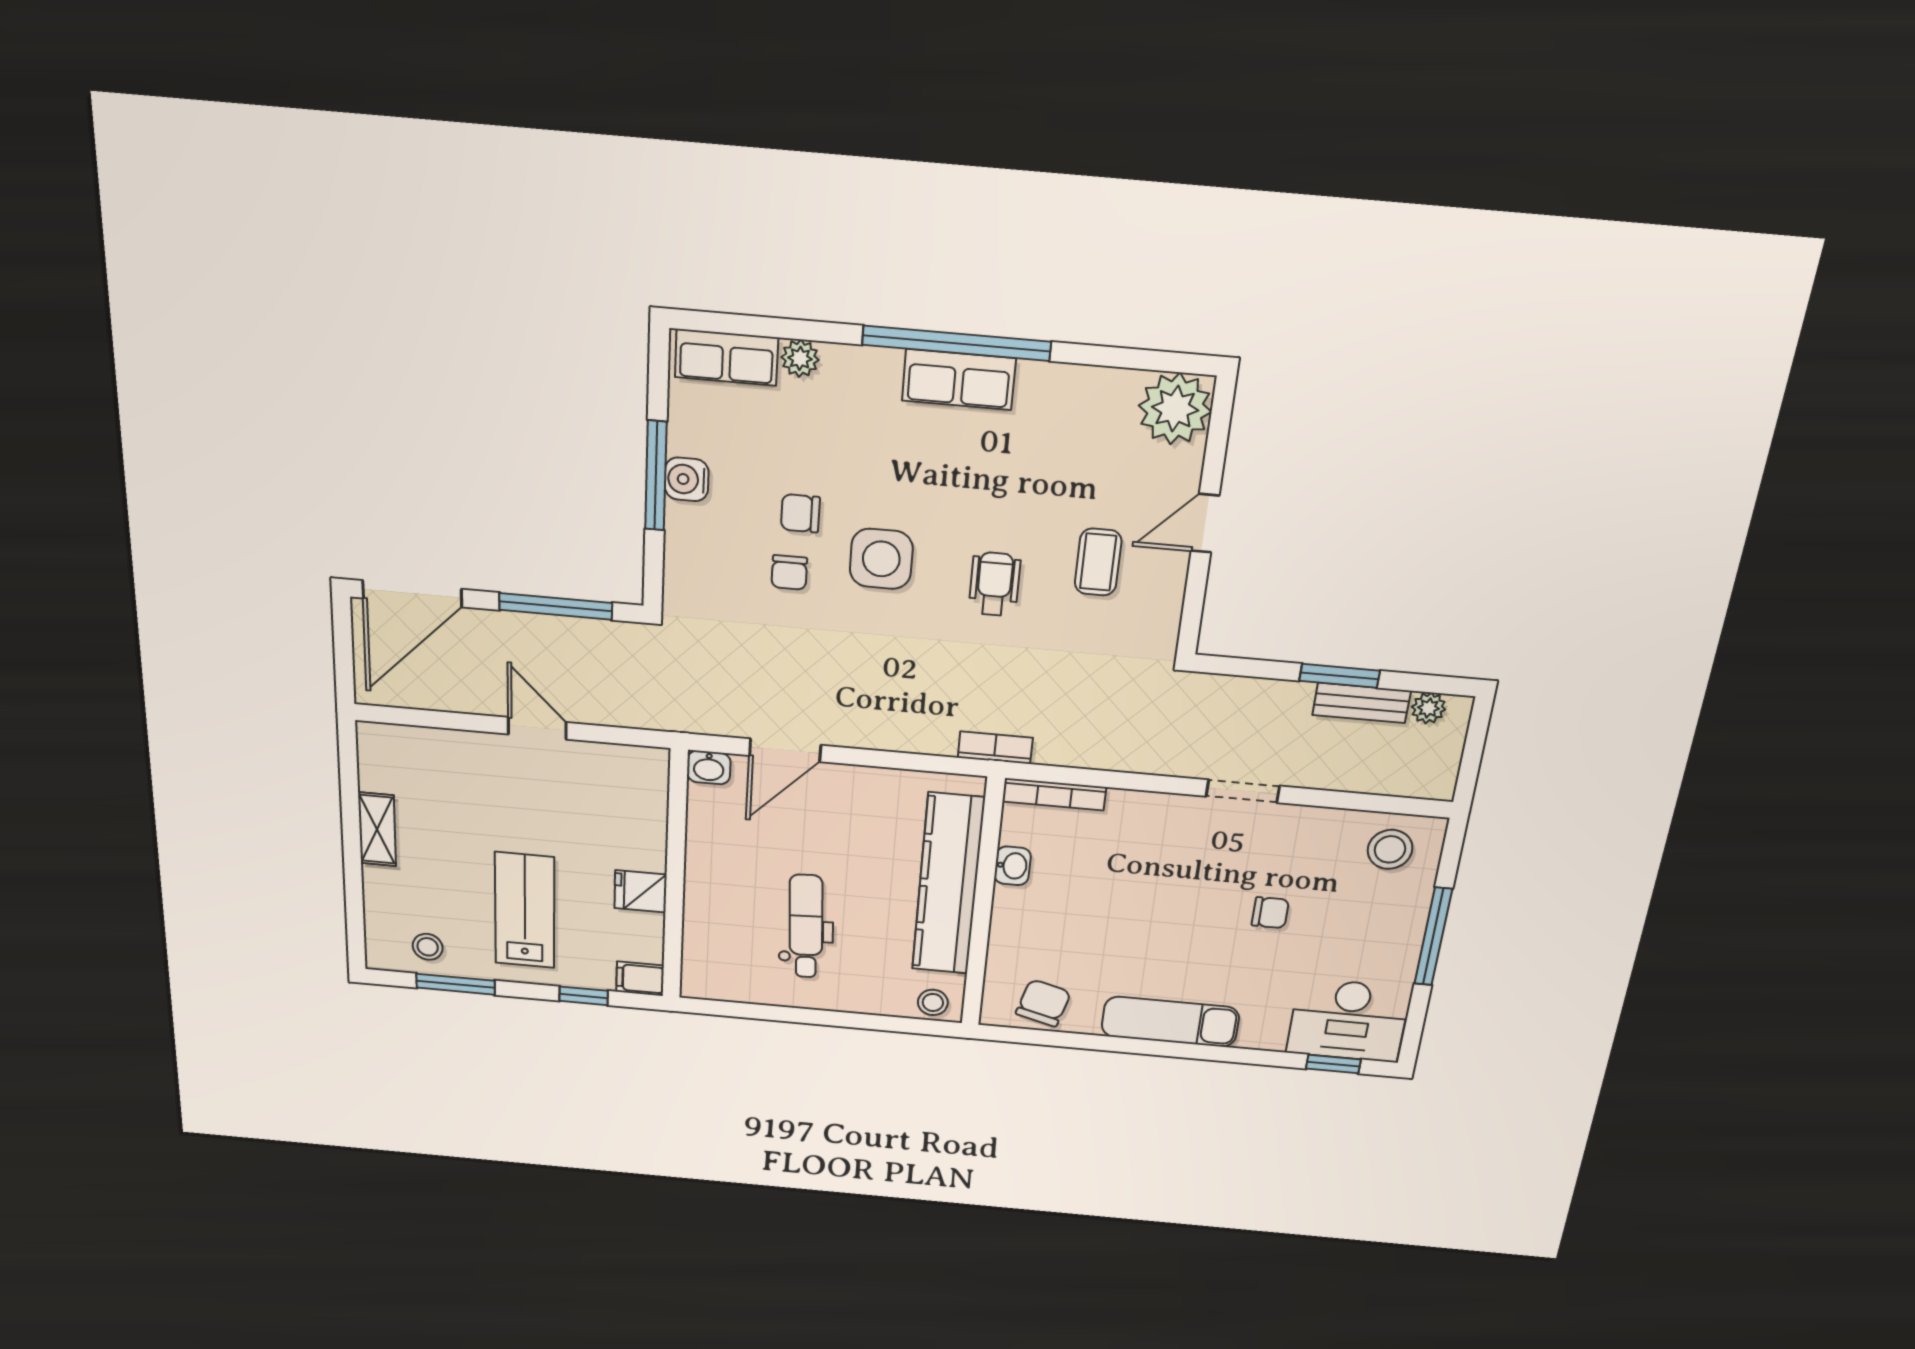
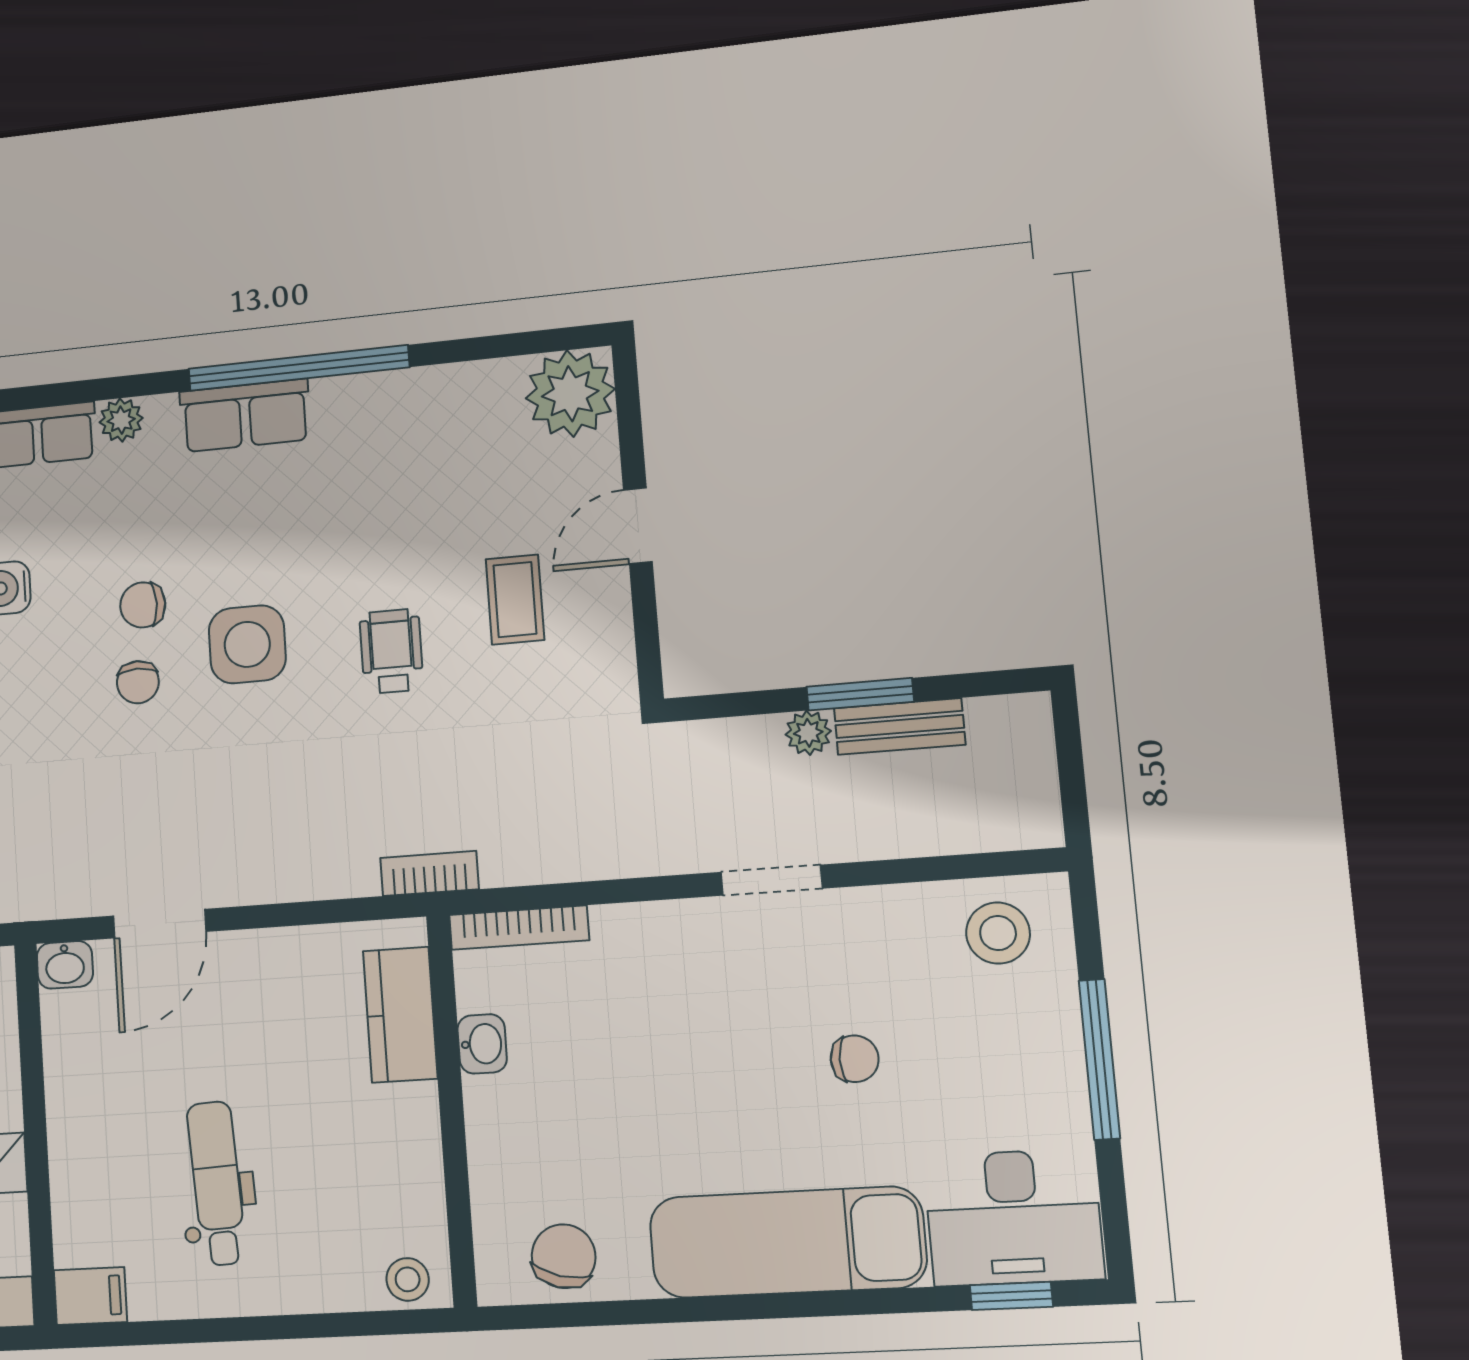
row of seats: (959, 379) -> (245, 415), moved
plant: (1428, 708) -> (808, 733), moved
kitchen counter: (948, 884) -> (400, 1015), width x0.48, depth x0.86
filing cabinet: (706, 983) -> (90, 1296), added
exam couch: (1170, 1022) -> (787, 1242), width x1.36, depth x1.45

